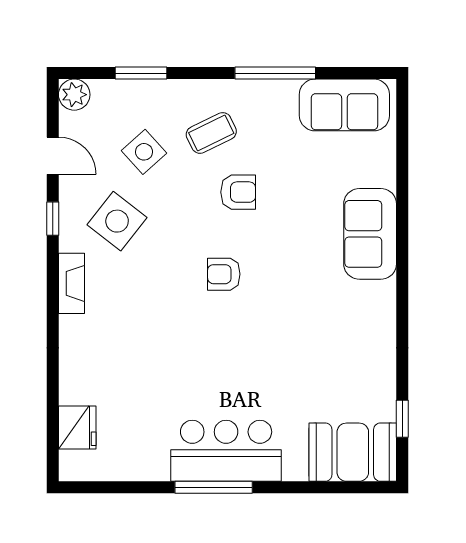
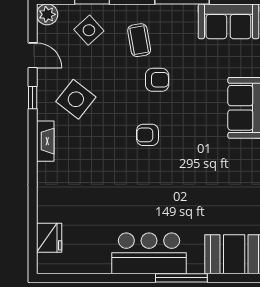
coffee table: (211, 133) -> (139, 40), turned -74
side table: (144, 152) -> (89, 30), moved
window: (214, 487) -> (181, 278), moved

